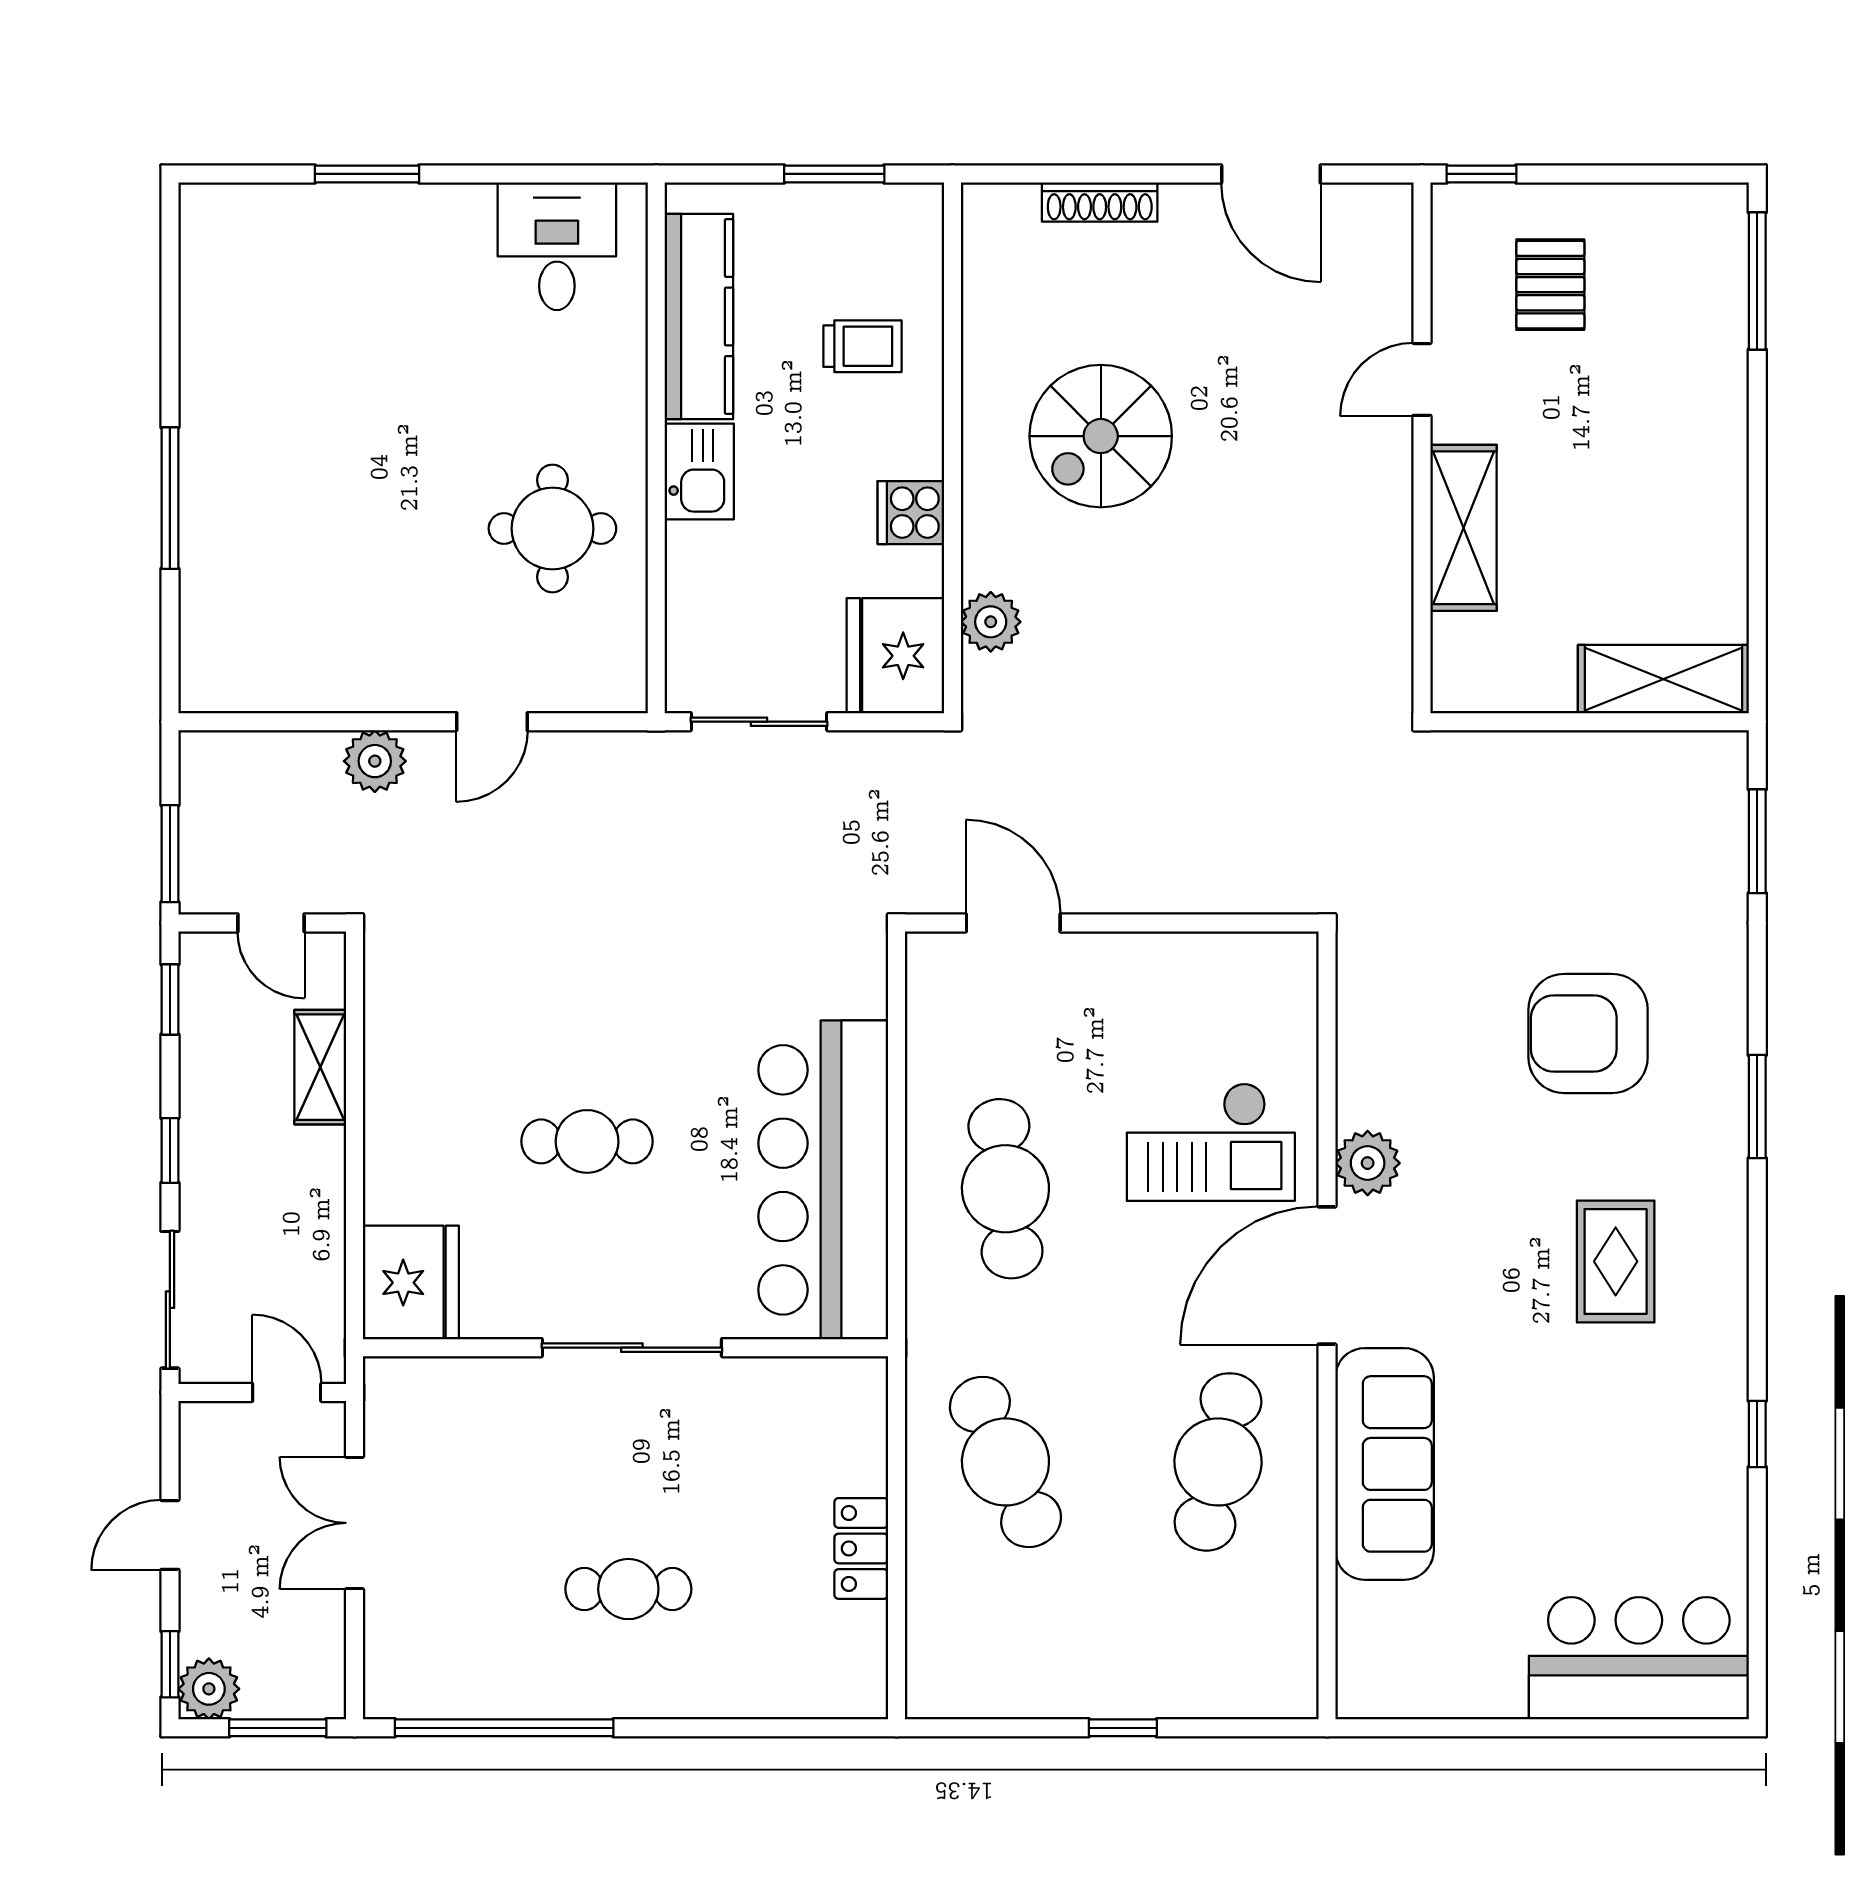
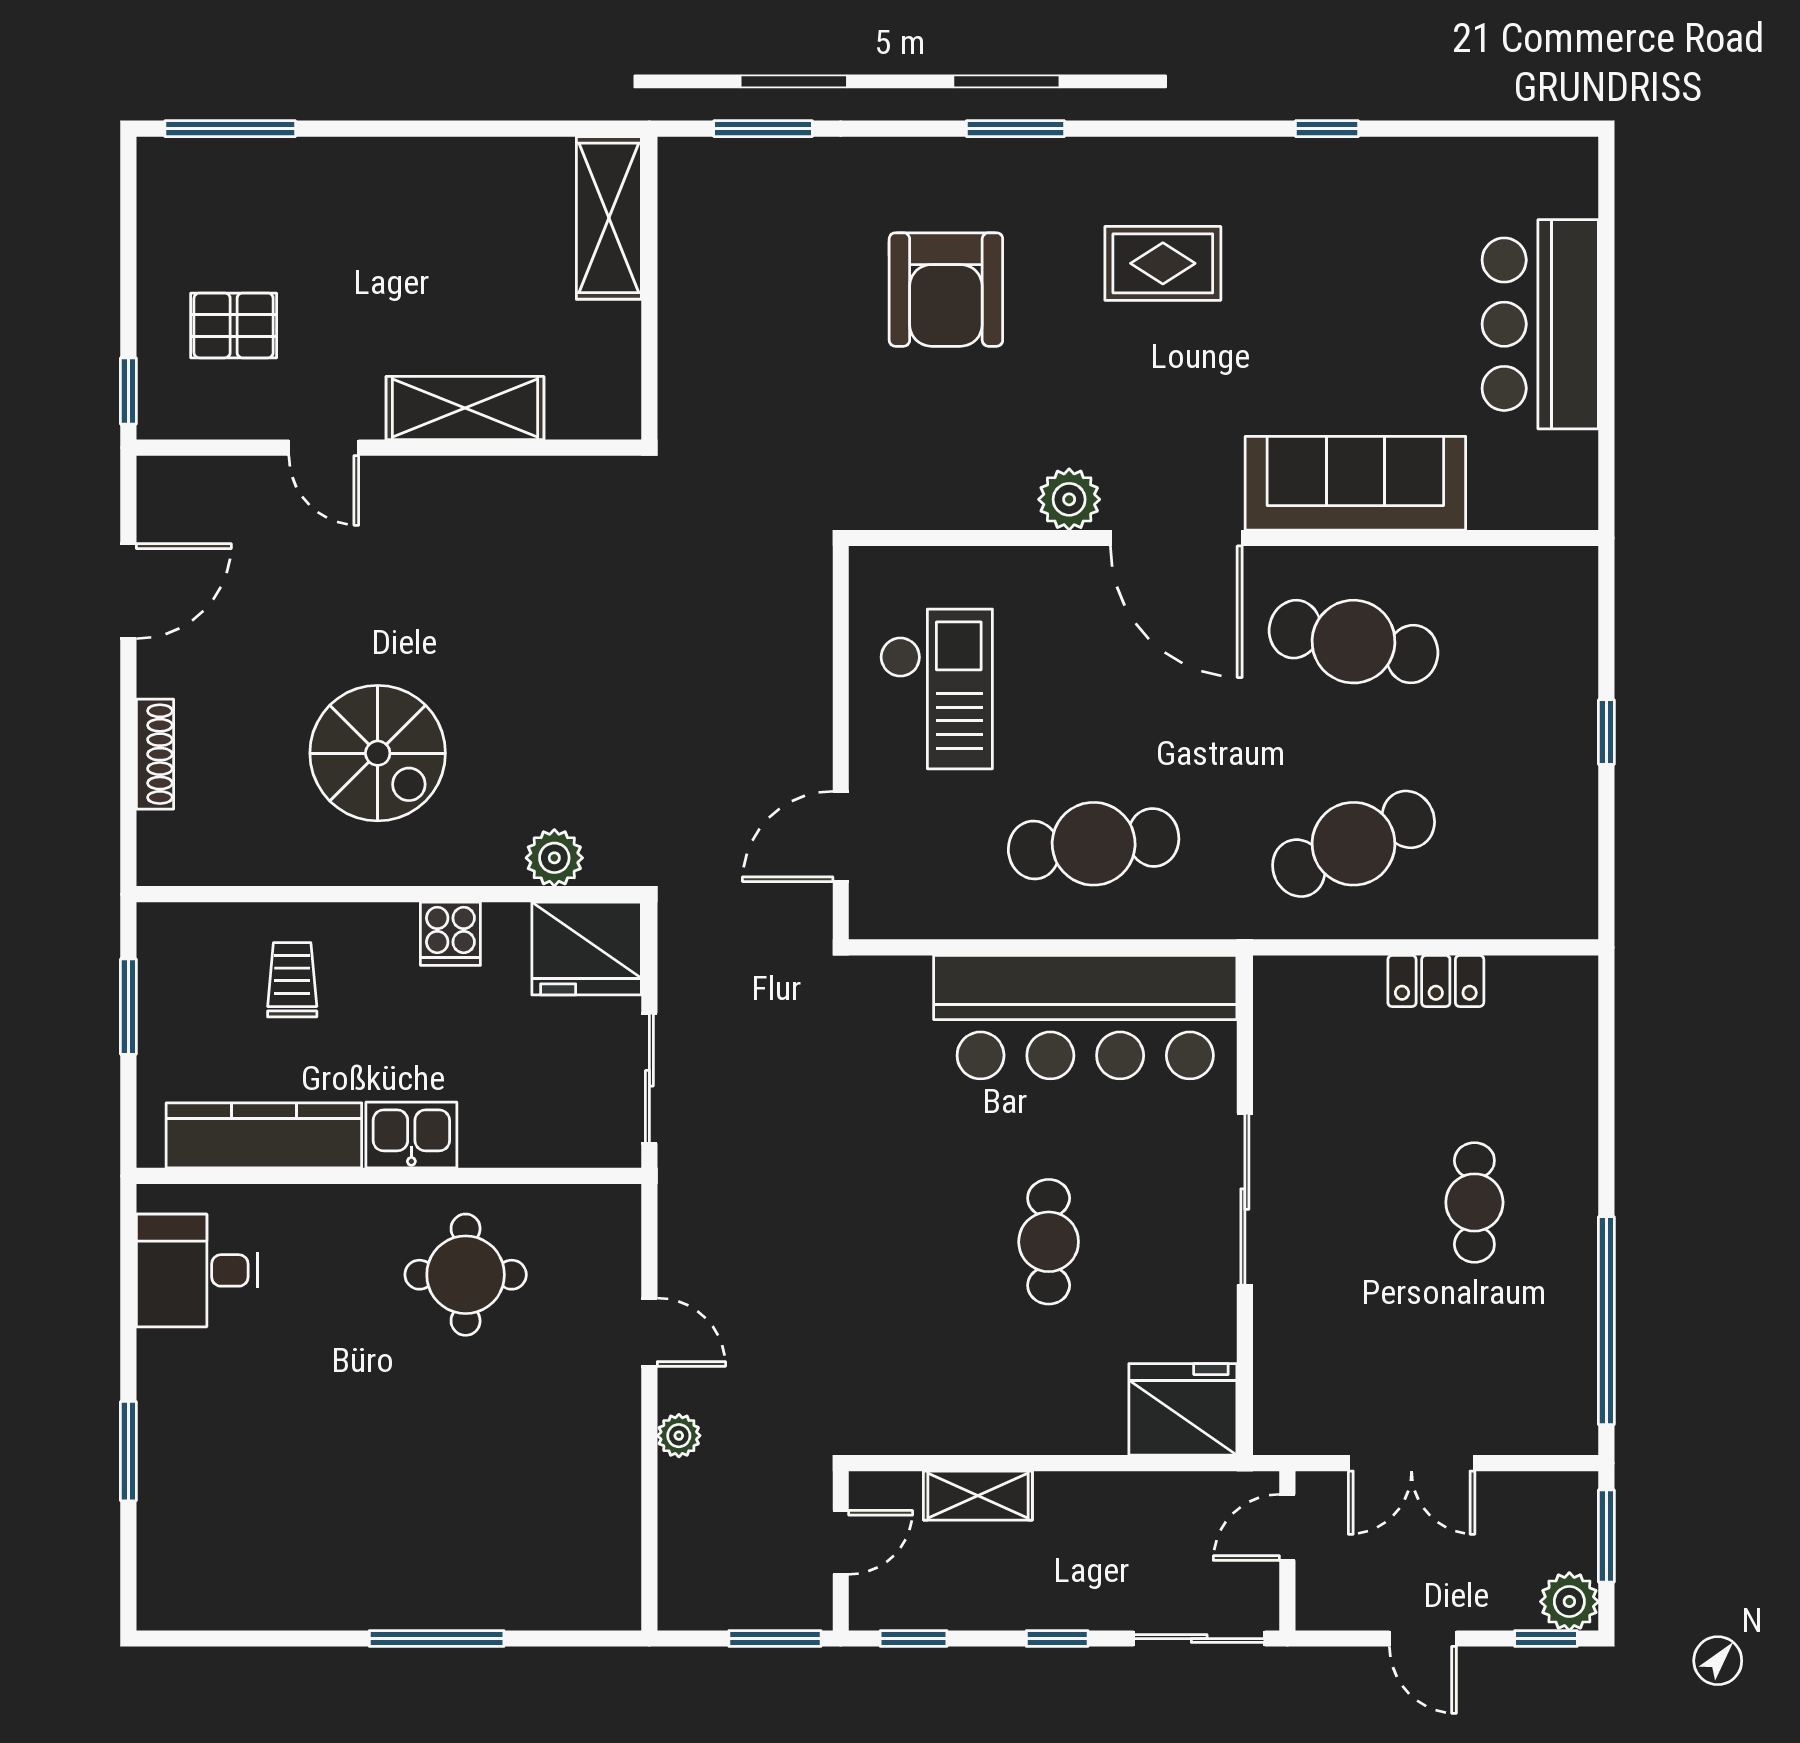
plant: (375, 761) -> (679, 1436), width x0.73, depth x0.73
checkout: (1211, 1142) -> (936, 689), moved
bar counter: (1639, 1658) -> (1540, 324), moved

